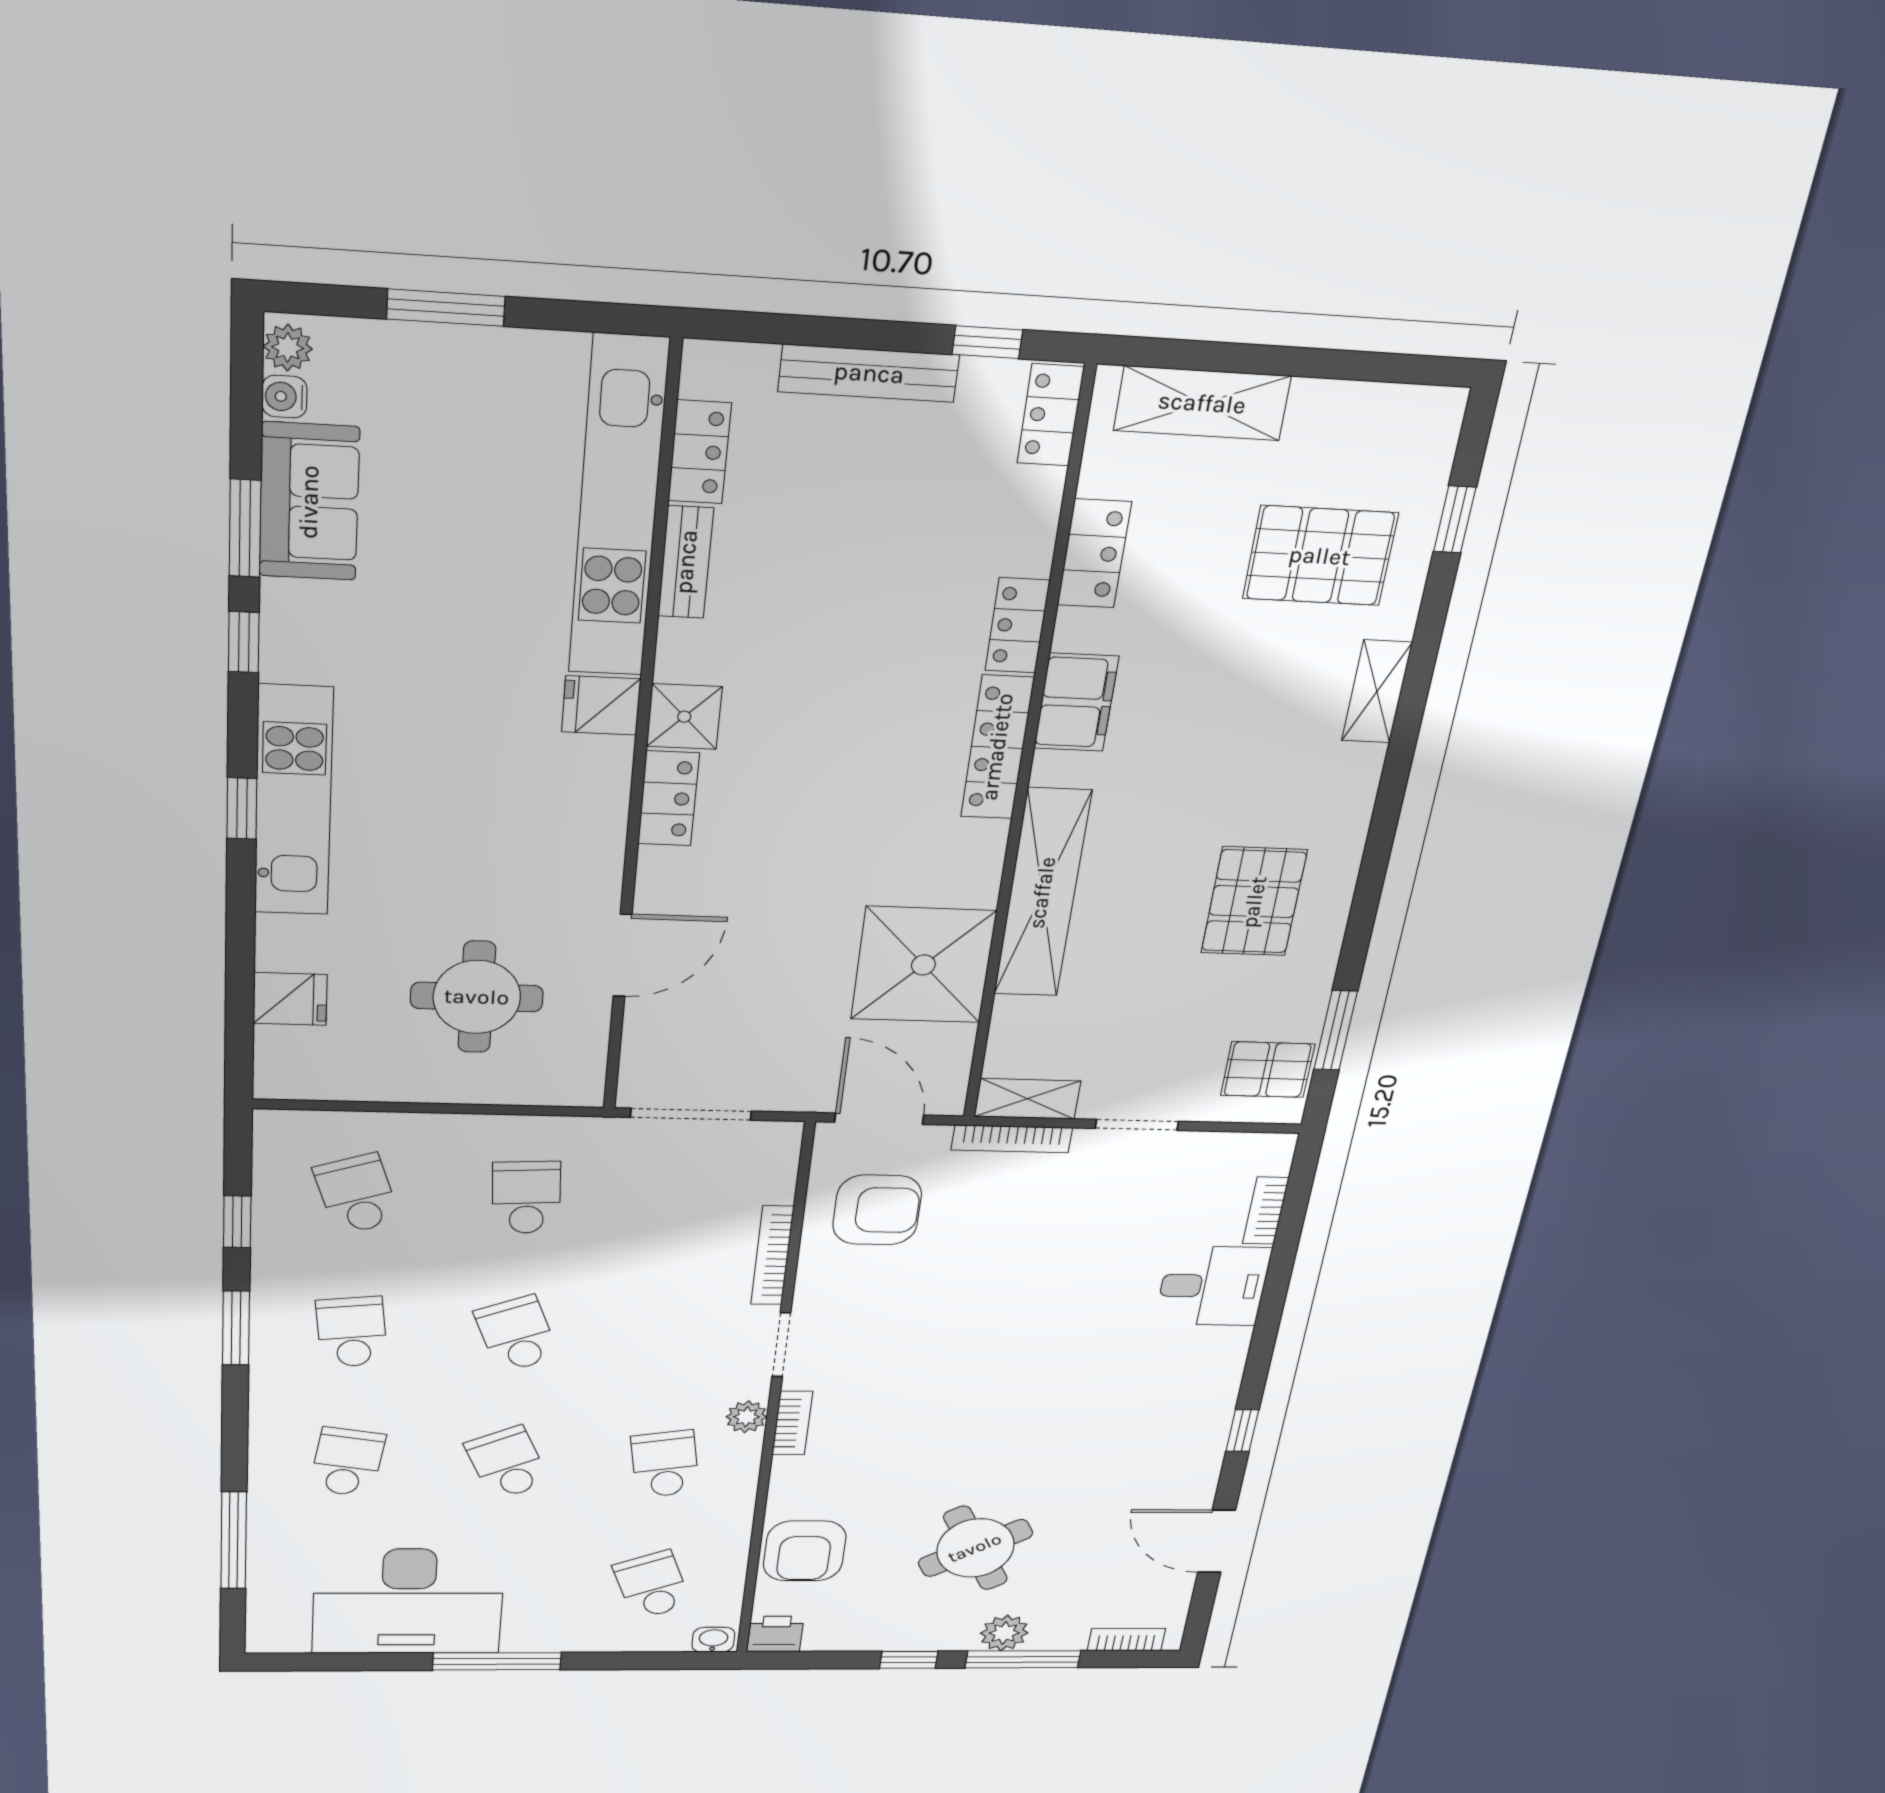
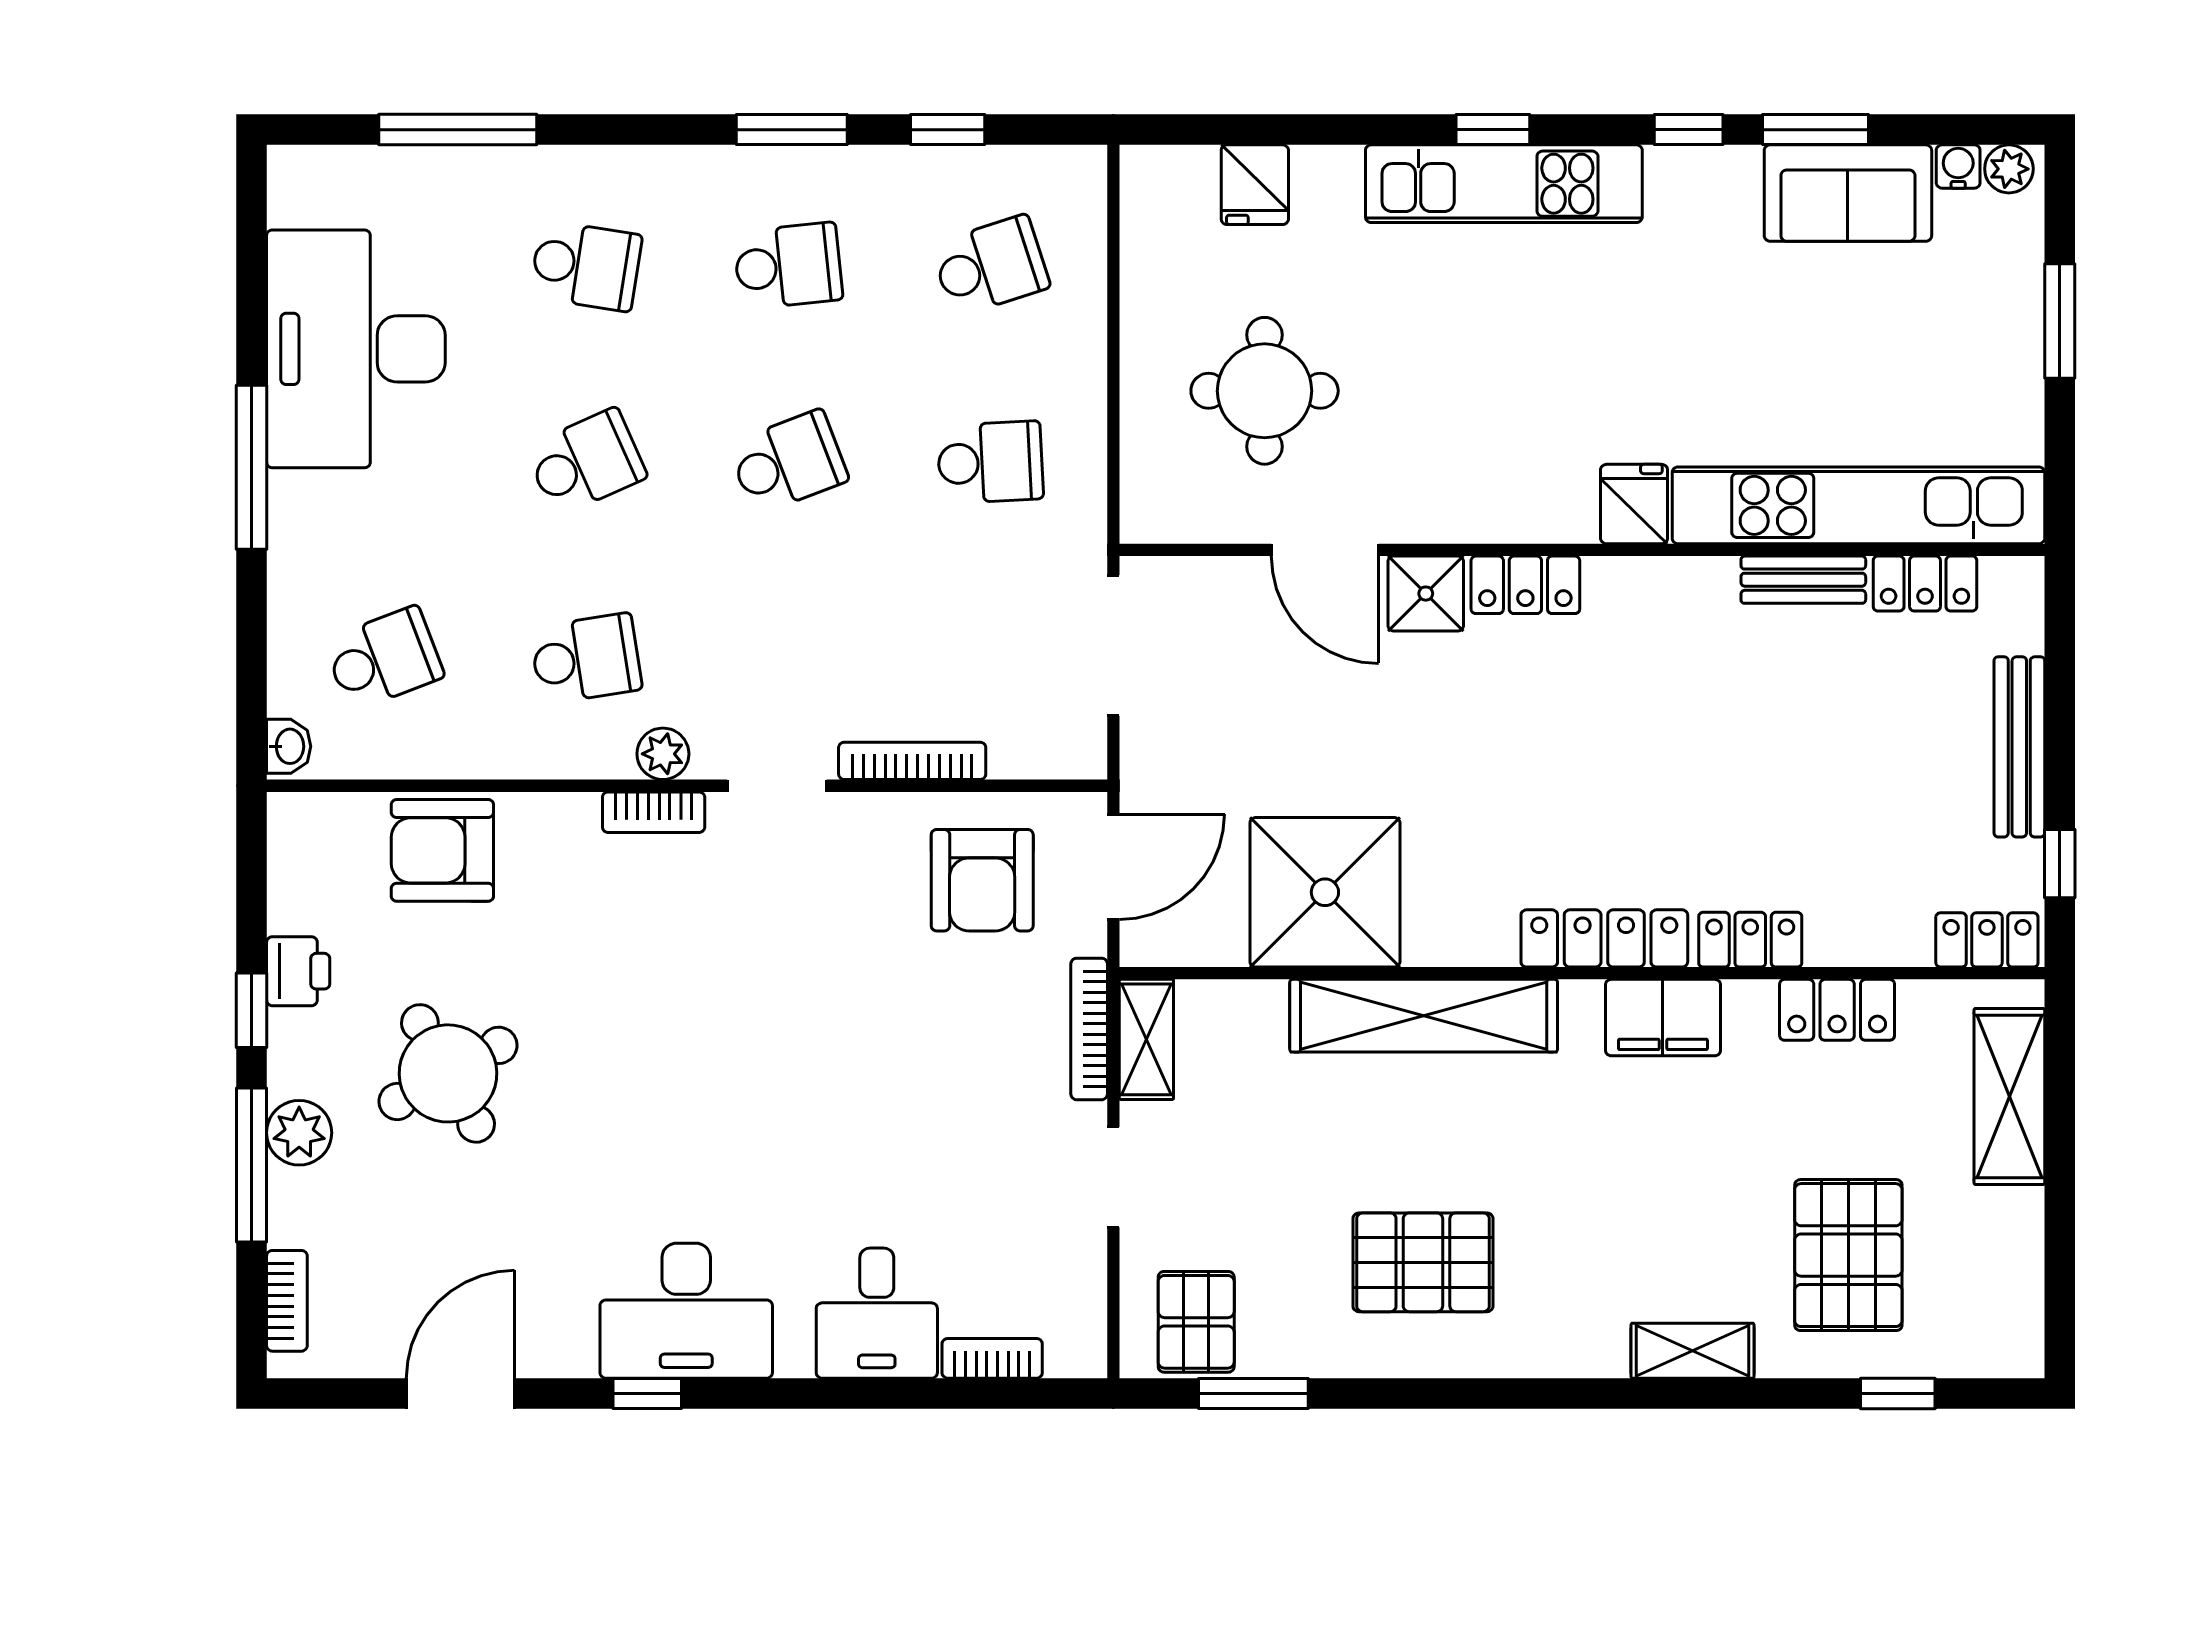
shower: (684, 717) -> (1426, 594), moved
desk: (1185, 1406) -> (686, 1311), added
printer: (775, 1634) -> (298, 971), moved

